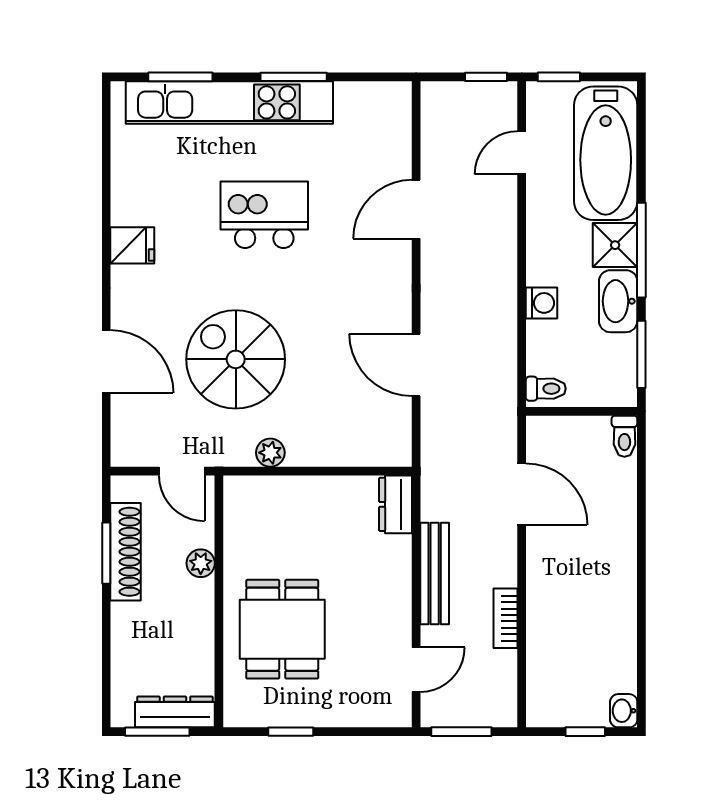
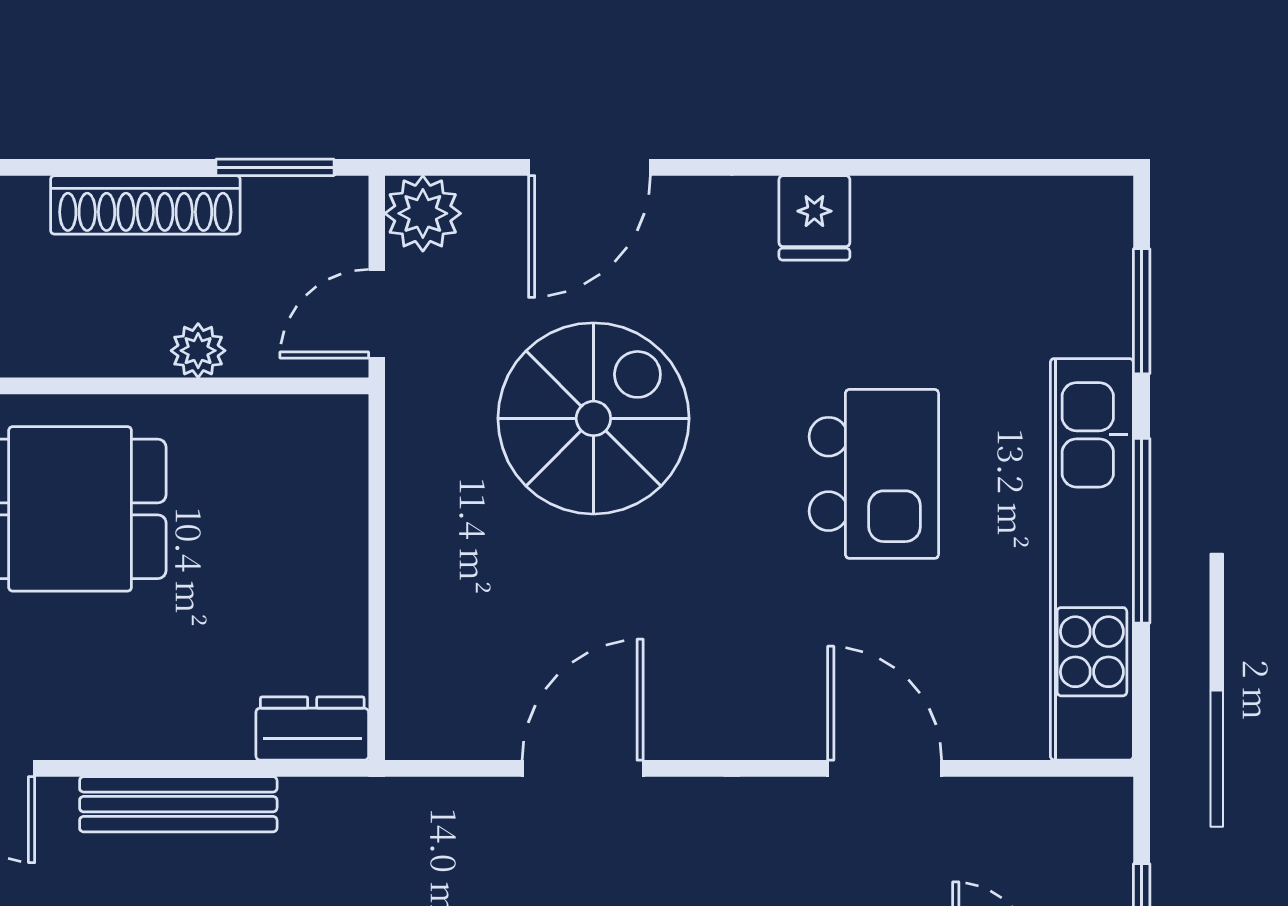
window: (294, 77) -> (1142, 531), width x1.44
kitchen unit: (229, 102) -> (1092, 559), moved
plant: (270, 453) -> (423, 213), moved, width x1.38, depth x1.38
shoe rack: (126, 552) -> (145, 205), moved
window: (106, 553) -> (275, 167), moved

